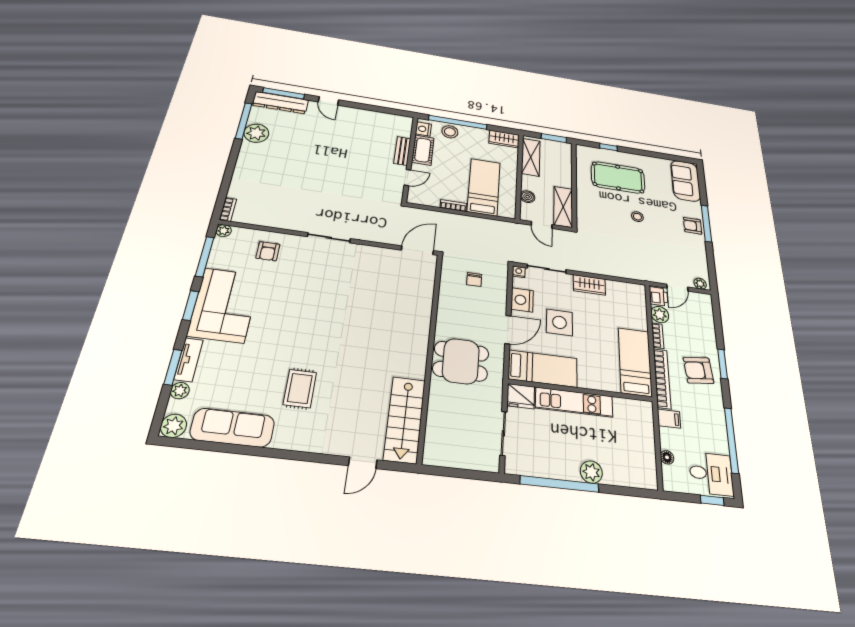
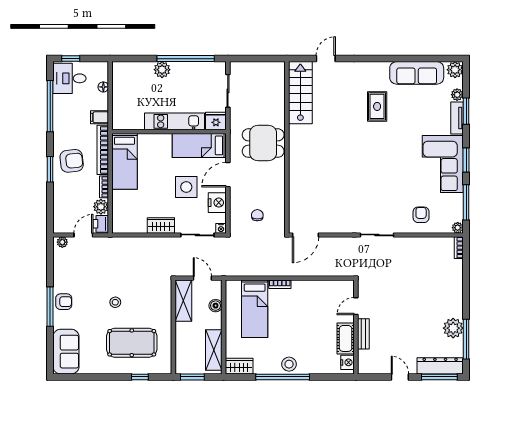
nightstand: (423, 129) -> (347, 362), moved
cot: (423, 150) -> (346, 338), moved
bench: (402, 151) -> (363, 334), moved
wall: (410, 159) -> (356, 327), moved
door: (407, 178) -> (356, 306), moved

